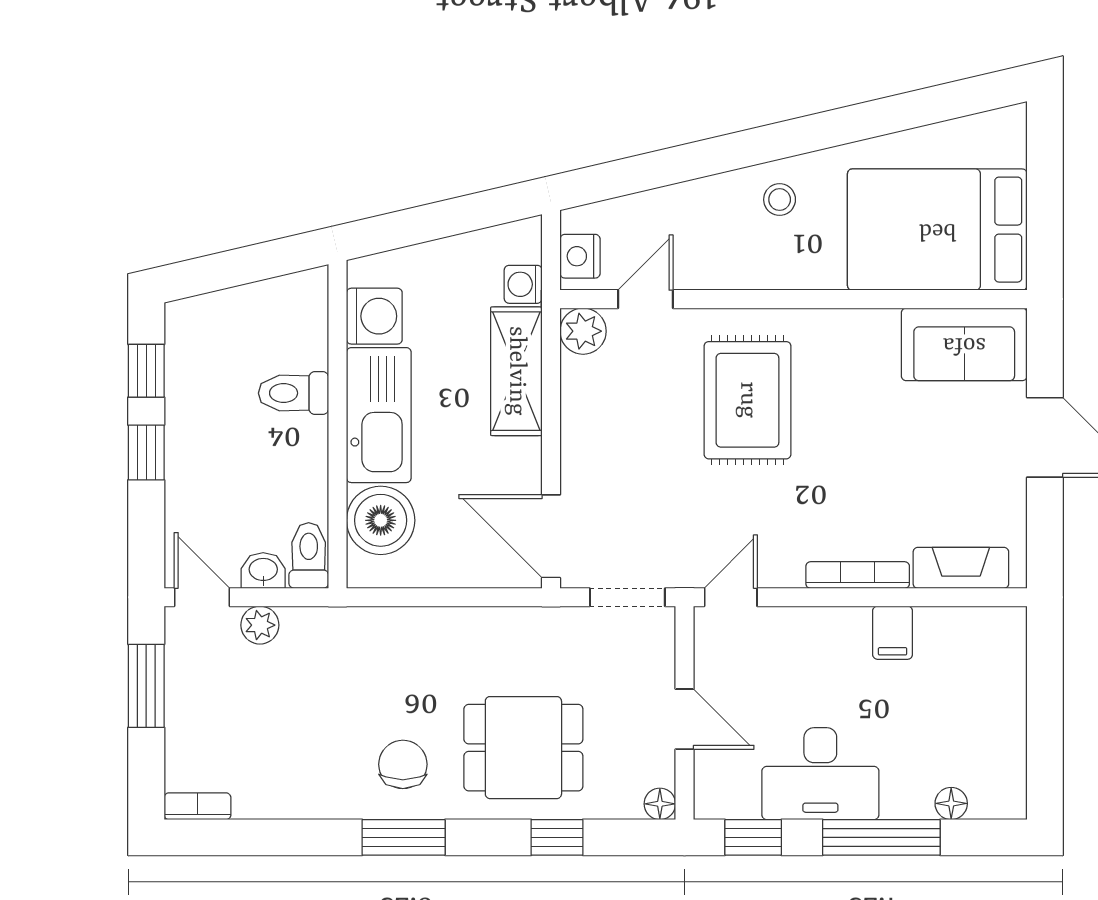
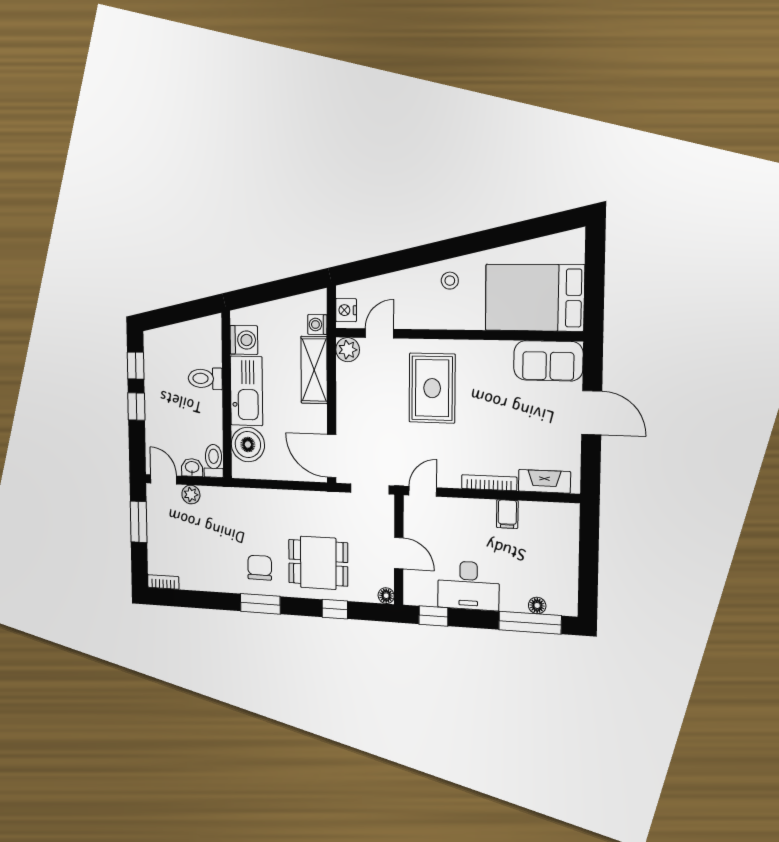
window: (881, 837) -> (530, 623), moved

